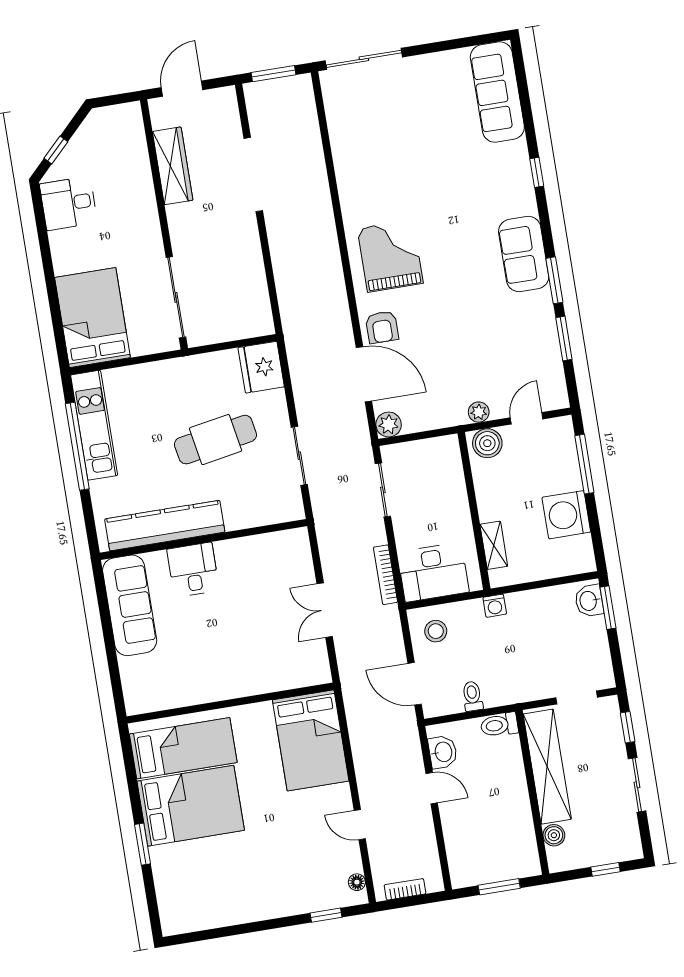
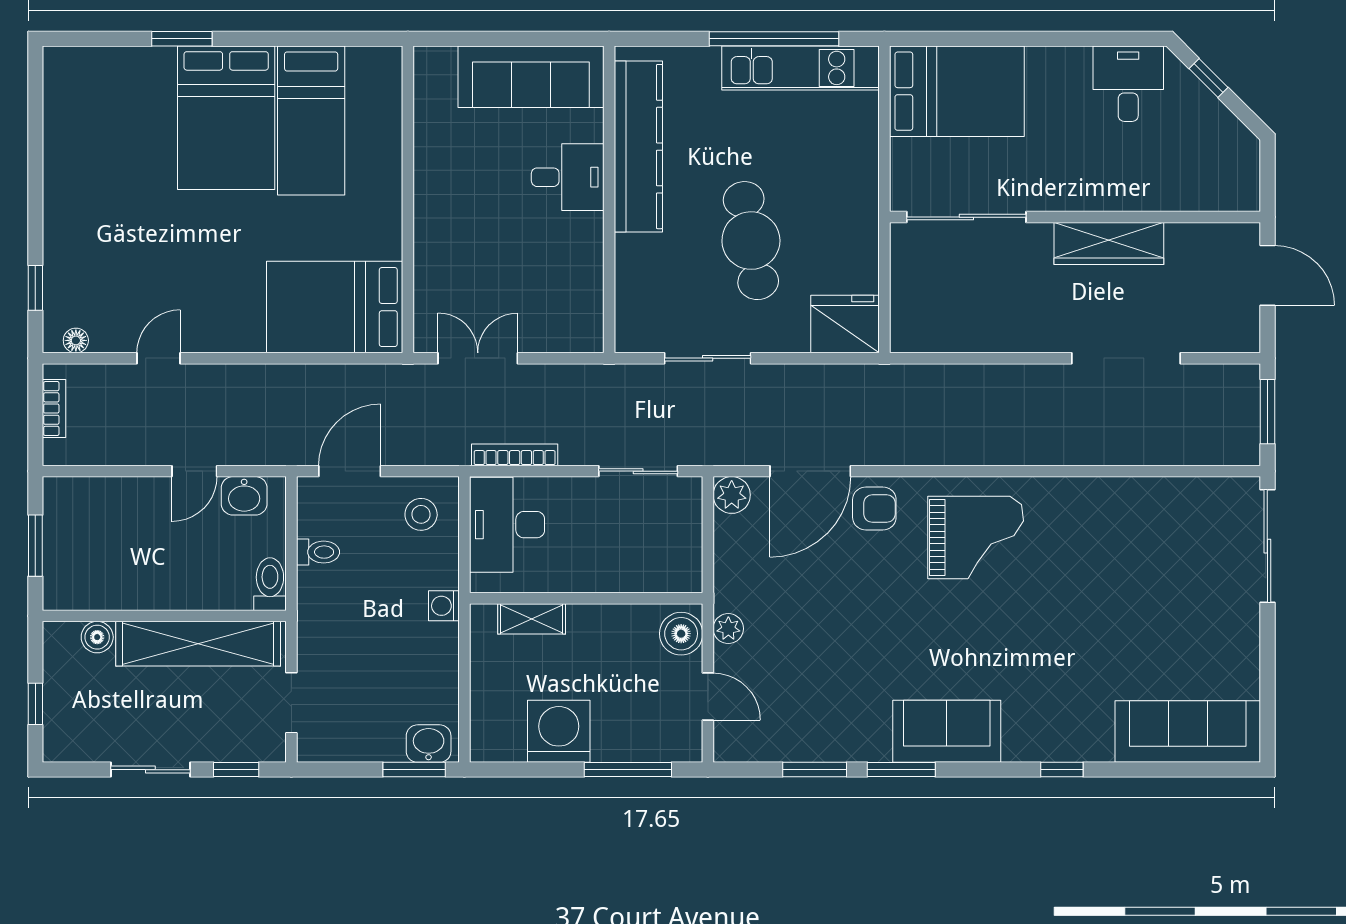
wardrobe: (173, 166) -> (1109, 243), moved
armchair: (382, 327) -> (874, 509), turned 180
wall: (230, 703) -> (408, 199), moved
bed: (311, 740) -> (335, 307), moved

